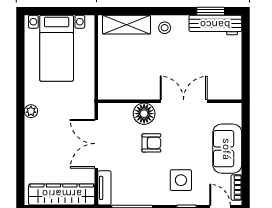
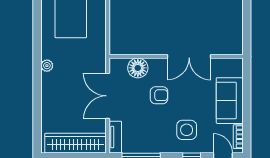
double door: (184, 101) -> (189, 56), swing flipped
floor lamp: (144, 114) -> (138, 68), moved

